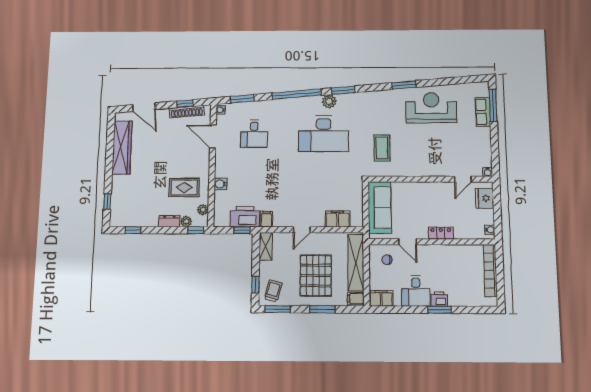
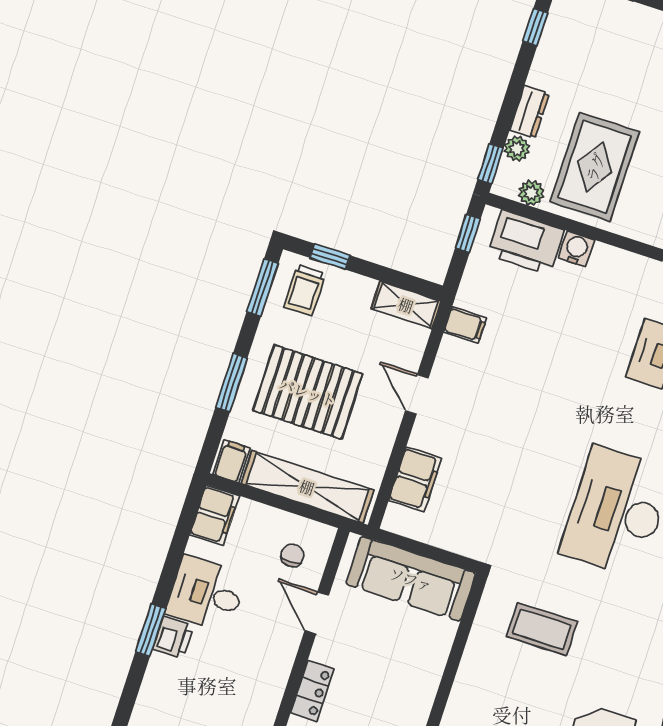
rug: (184, 187) -> (595, 167), width x1.36, depth x1.43
printer: (245, 217) -> (526, 242), moved, turned 90
window: (242, 230) -> (468, 233), moved
door: (408, 242) -> (317, 613), hinge flipped
trolley: (273, 291) -> (305, 290), turned 74

